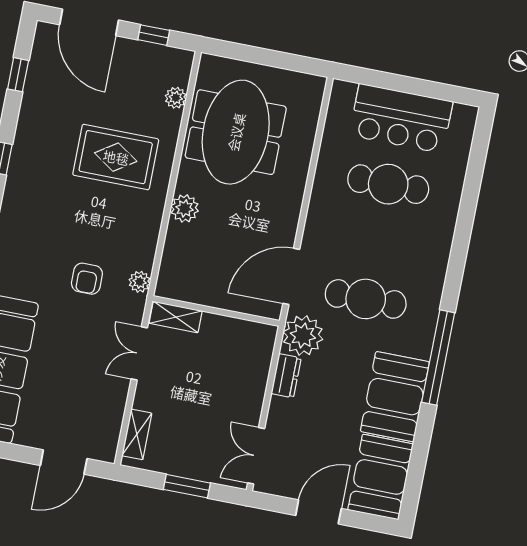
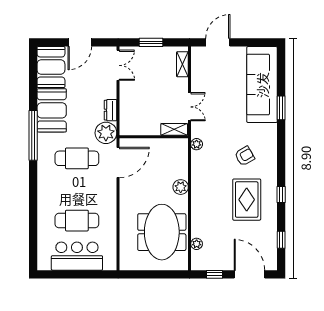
rug: (116, 157) -> (247, 200), moved, turned 90
armchair: (87, 279) -> (245, 156), moved, turned 60

